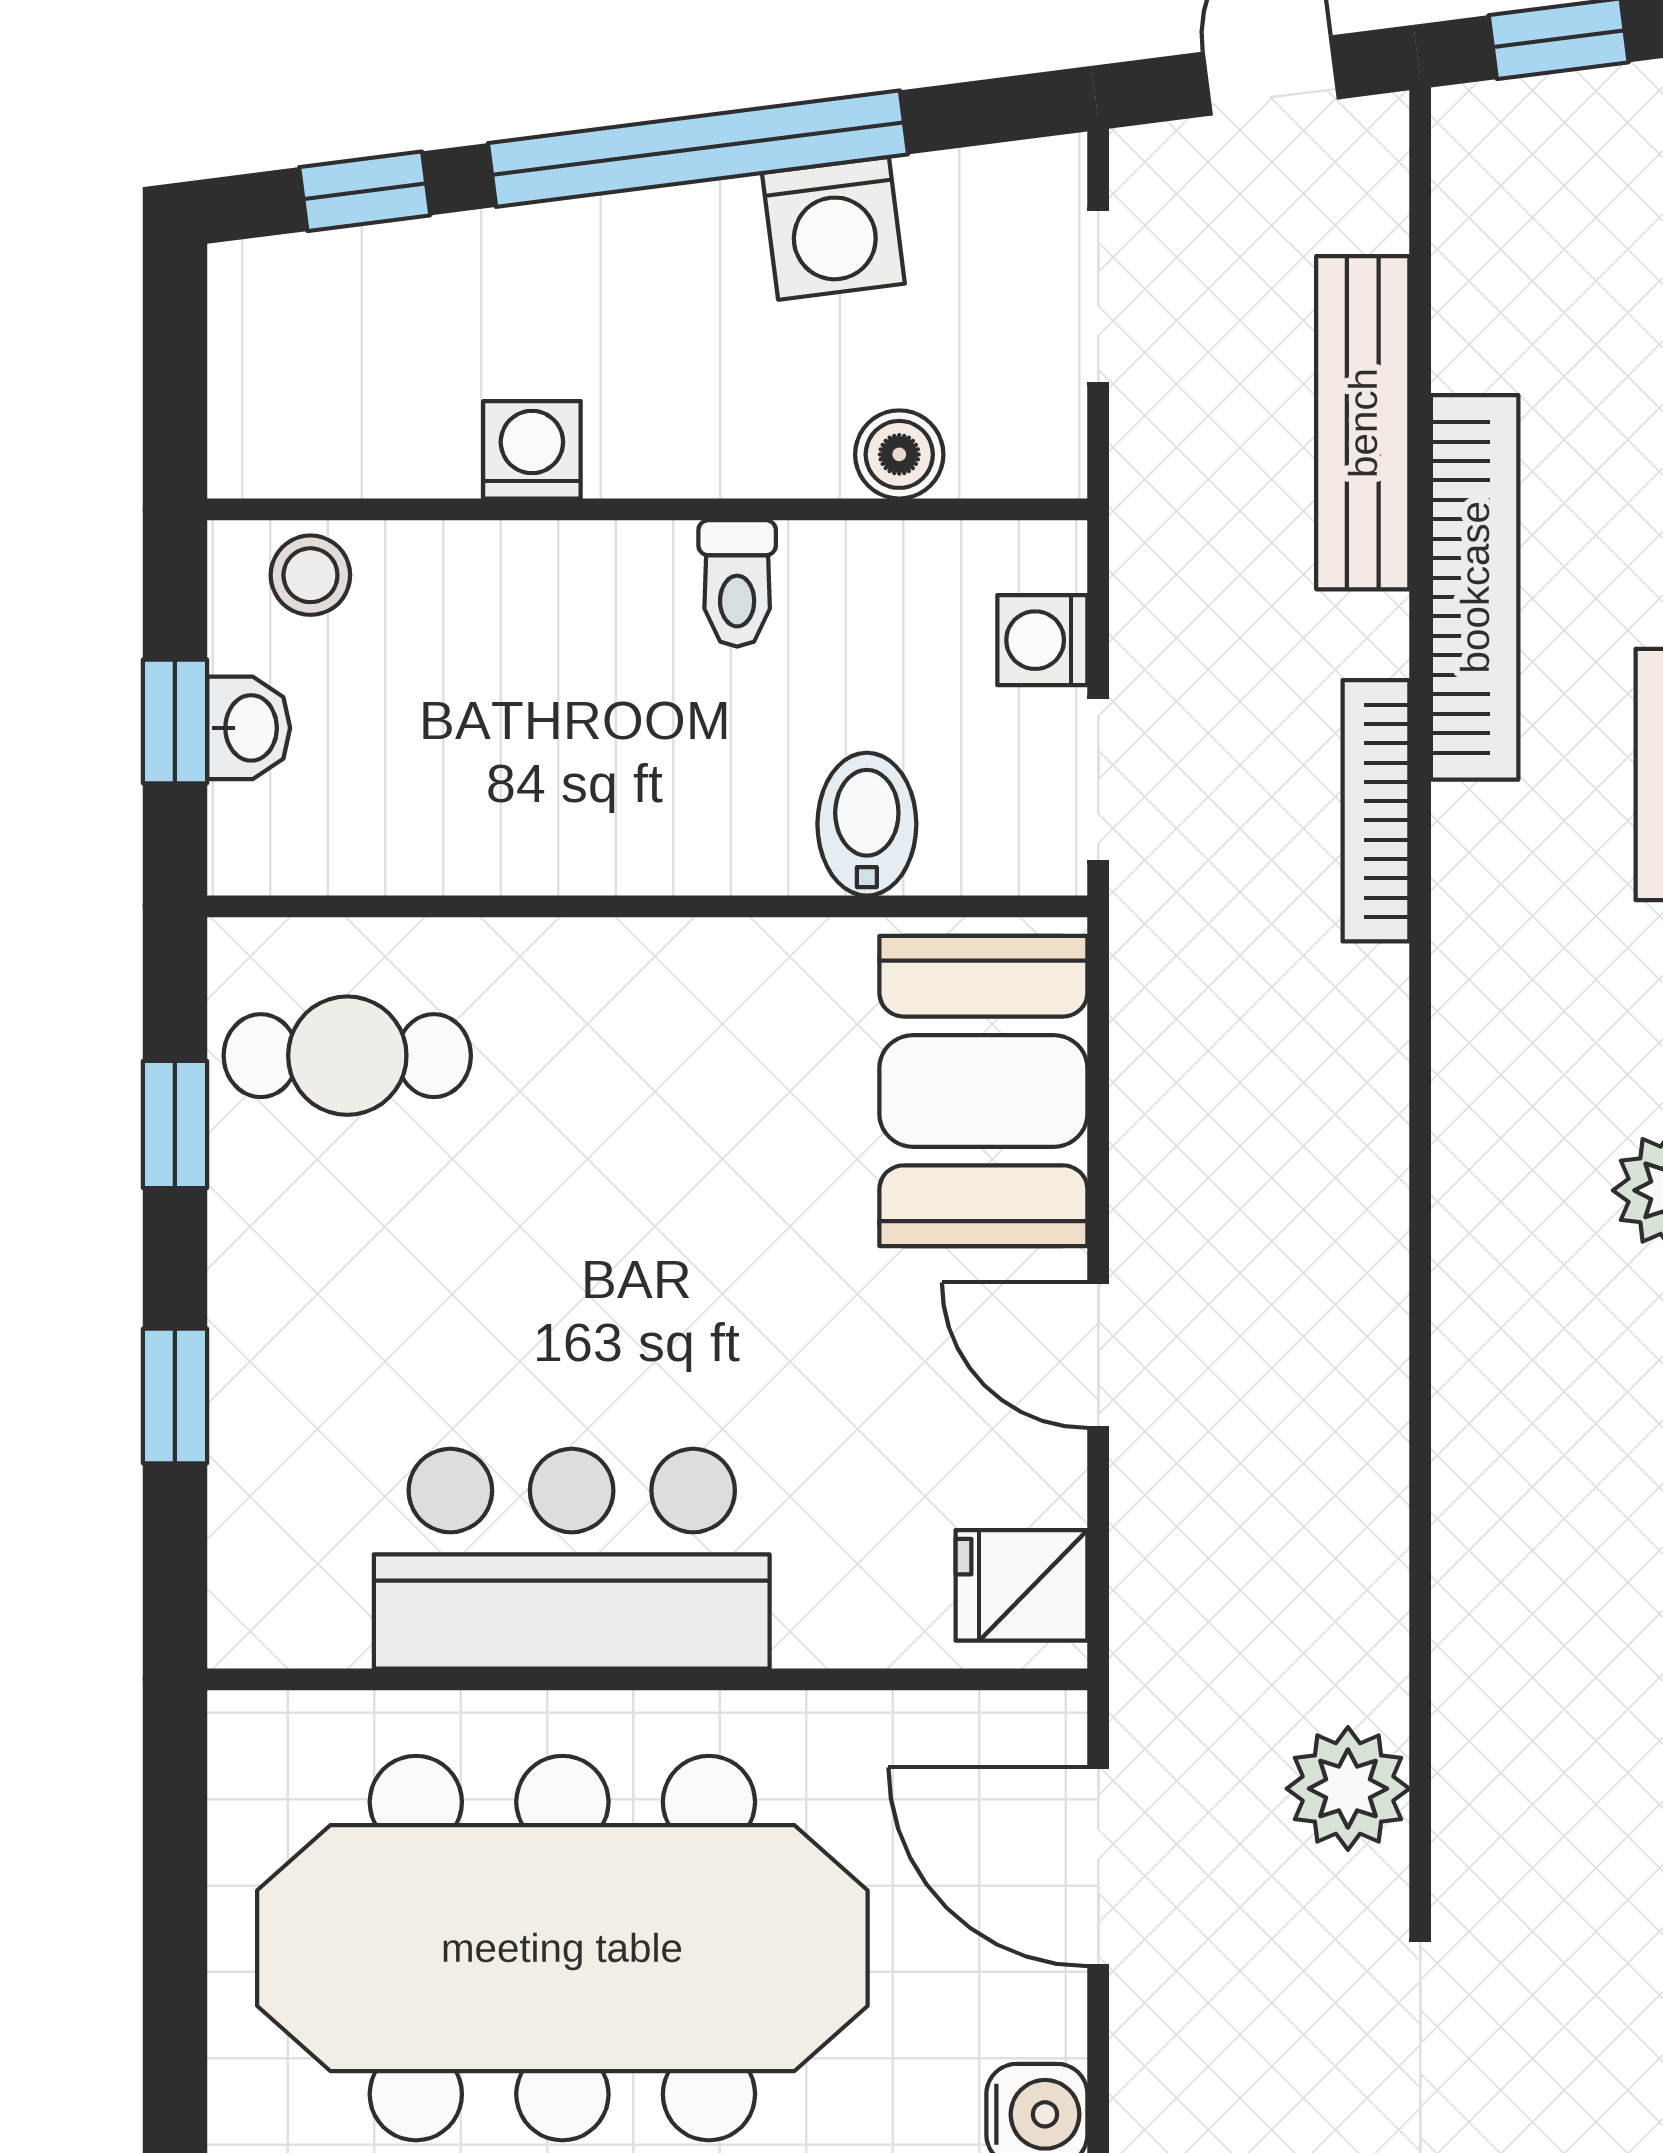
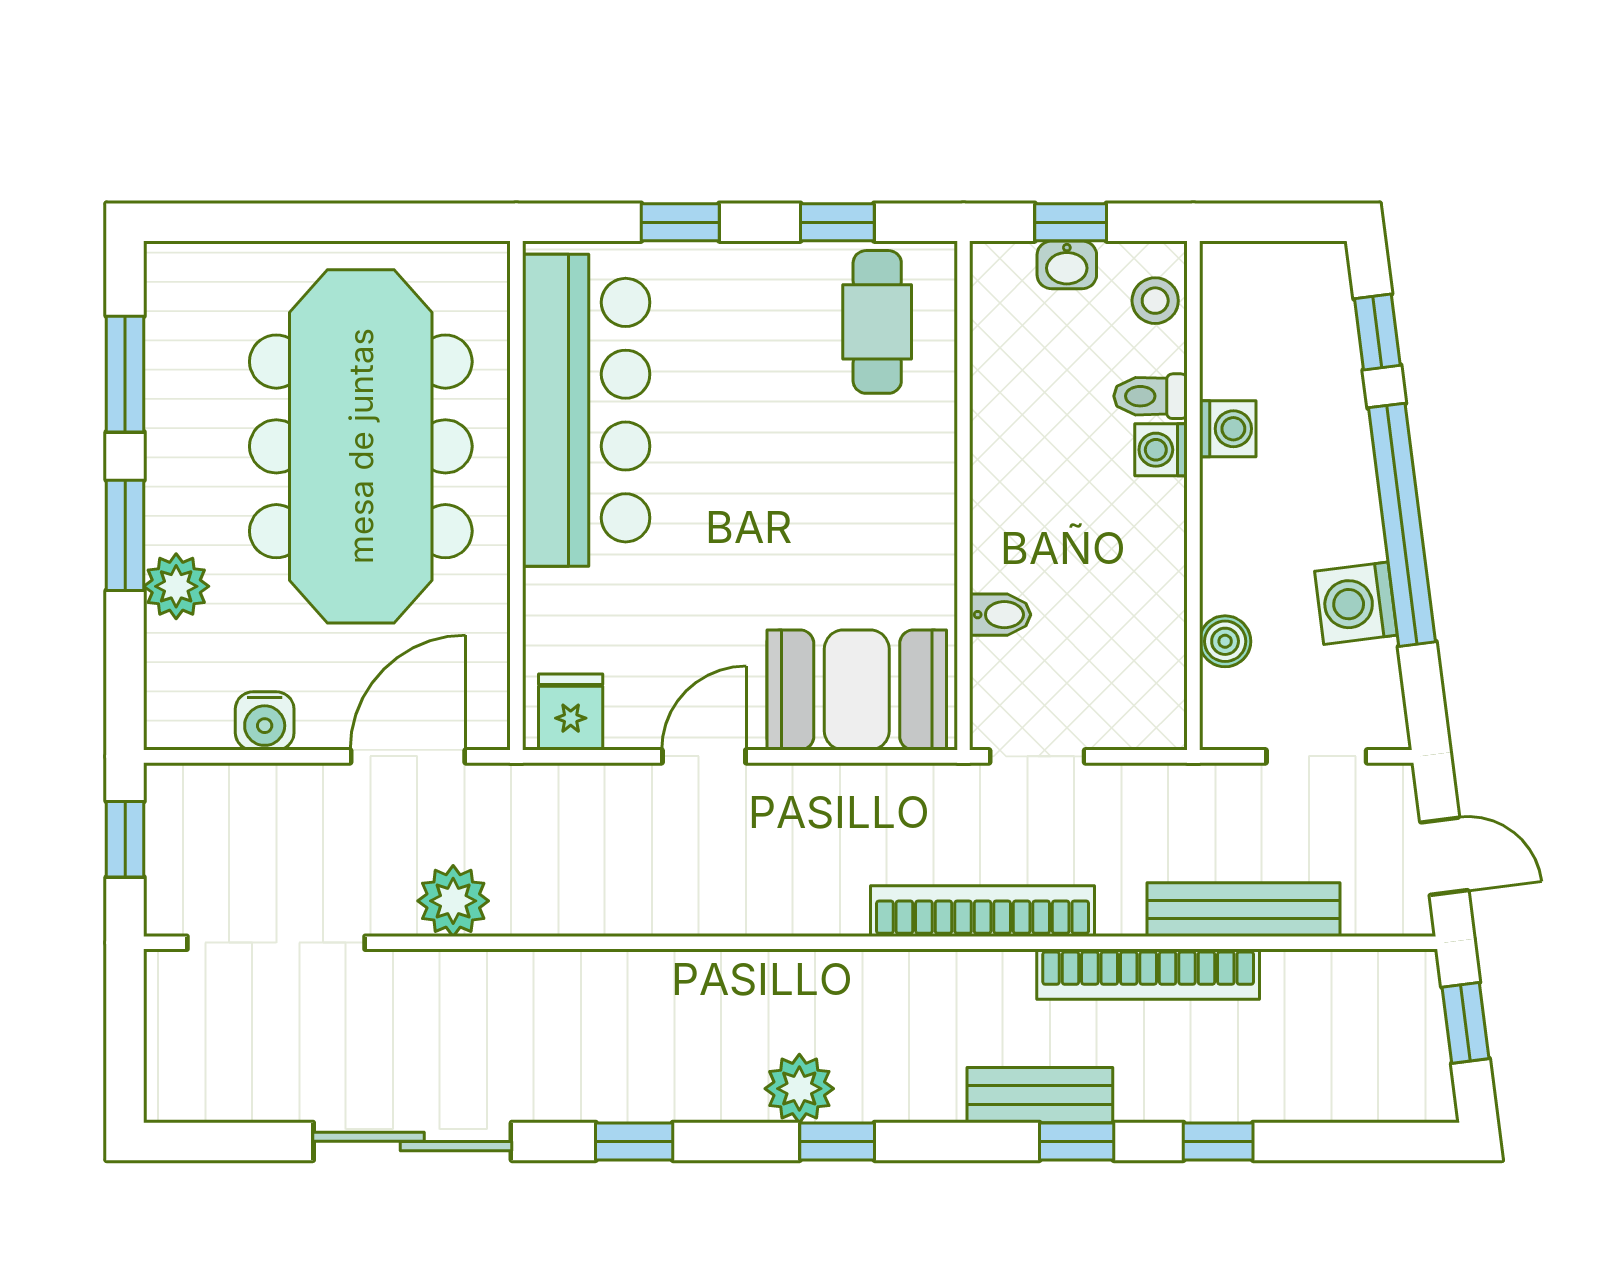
toilet: (737, 583) -> (1151, 396), moved
washing machine: (1042, 640) -> (1161, 450), moved, turned -90
bookcase: (1376, 811) -> (983, 911), width x1.48, depth x1.31
bidet: (867, 824) -> (1000, 615), width x0.72, depth x0.74
bar counter: (572, 1559) -> (586, 410), width x1.36

